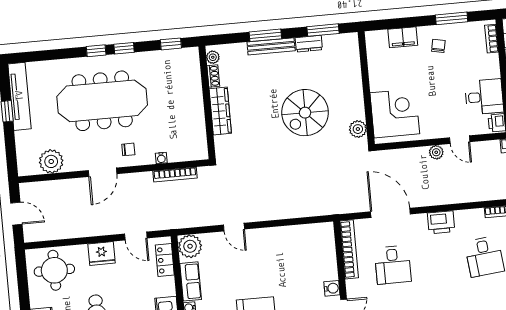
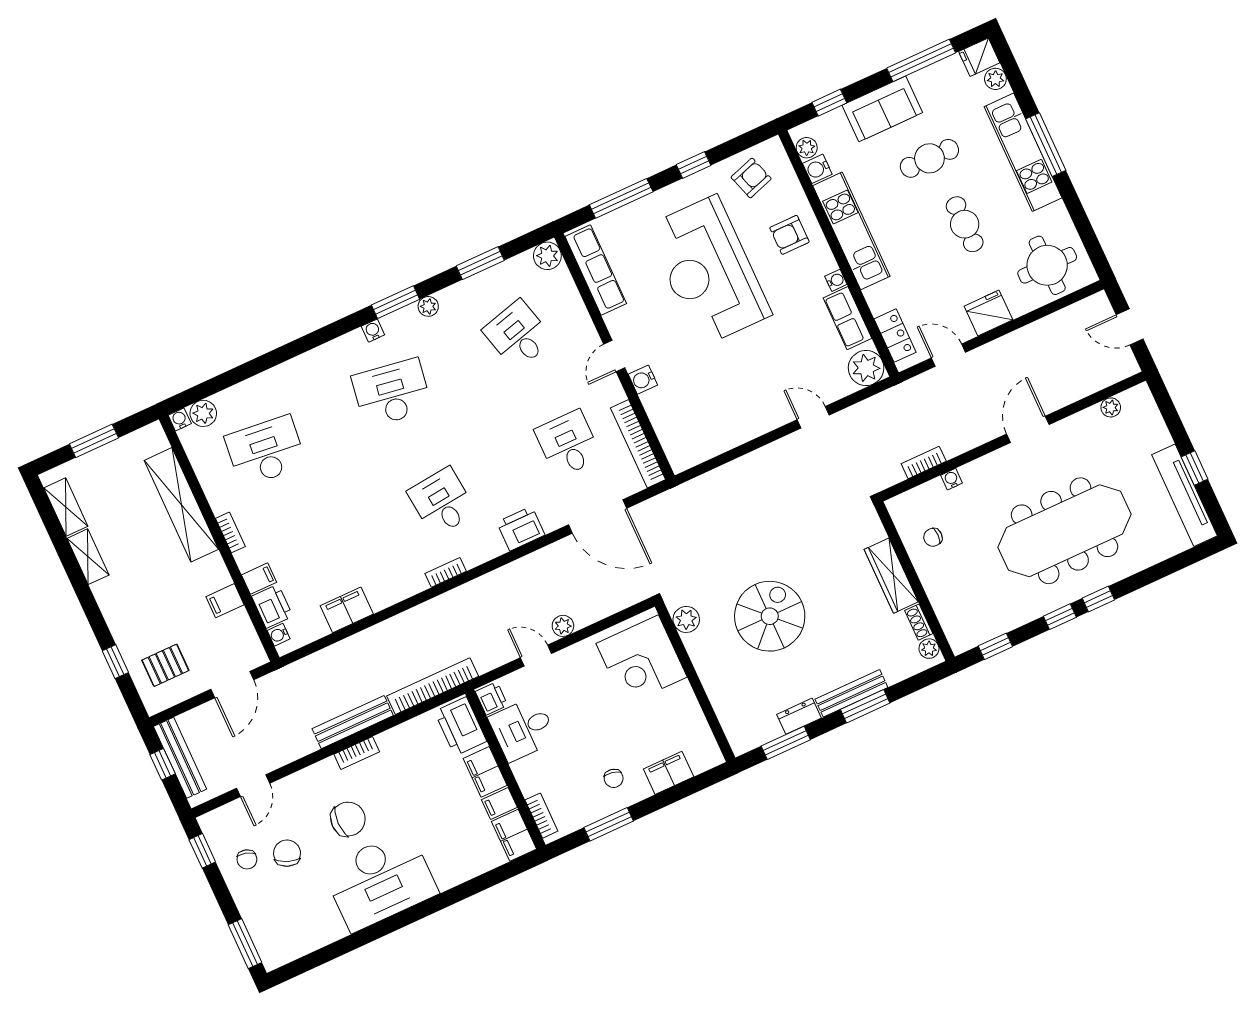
chair: (128, 149) -> (933, 537), moved
plant: (51, 161) -> (1111, 407), width x0.53, depth x0.53
bookcase: (175, 175) -> (924, 462), width x0.64

